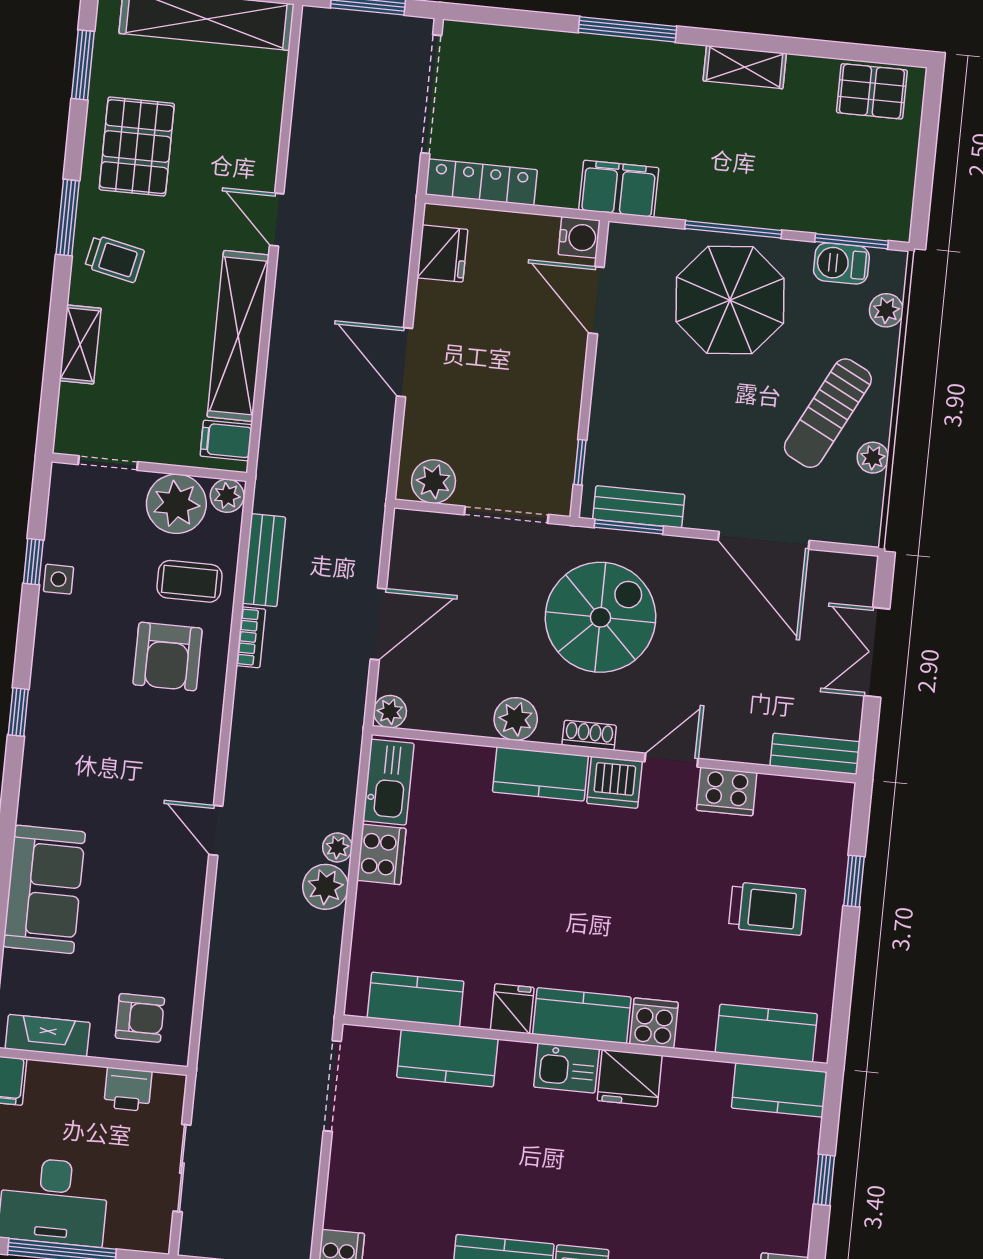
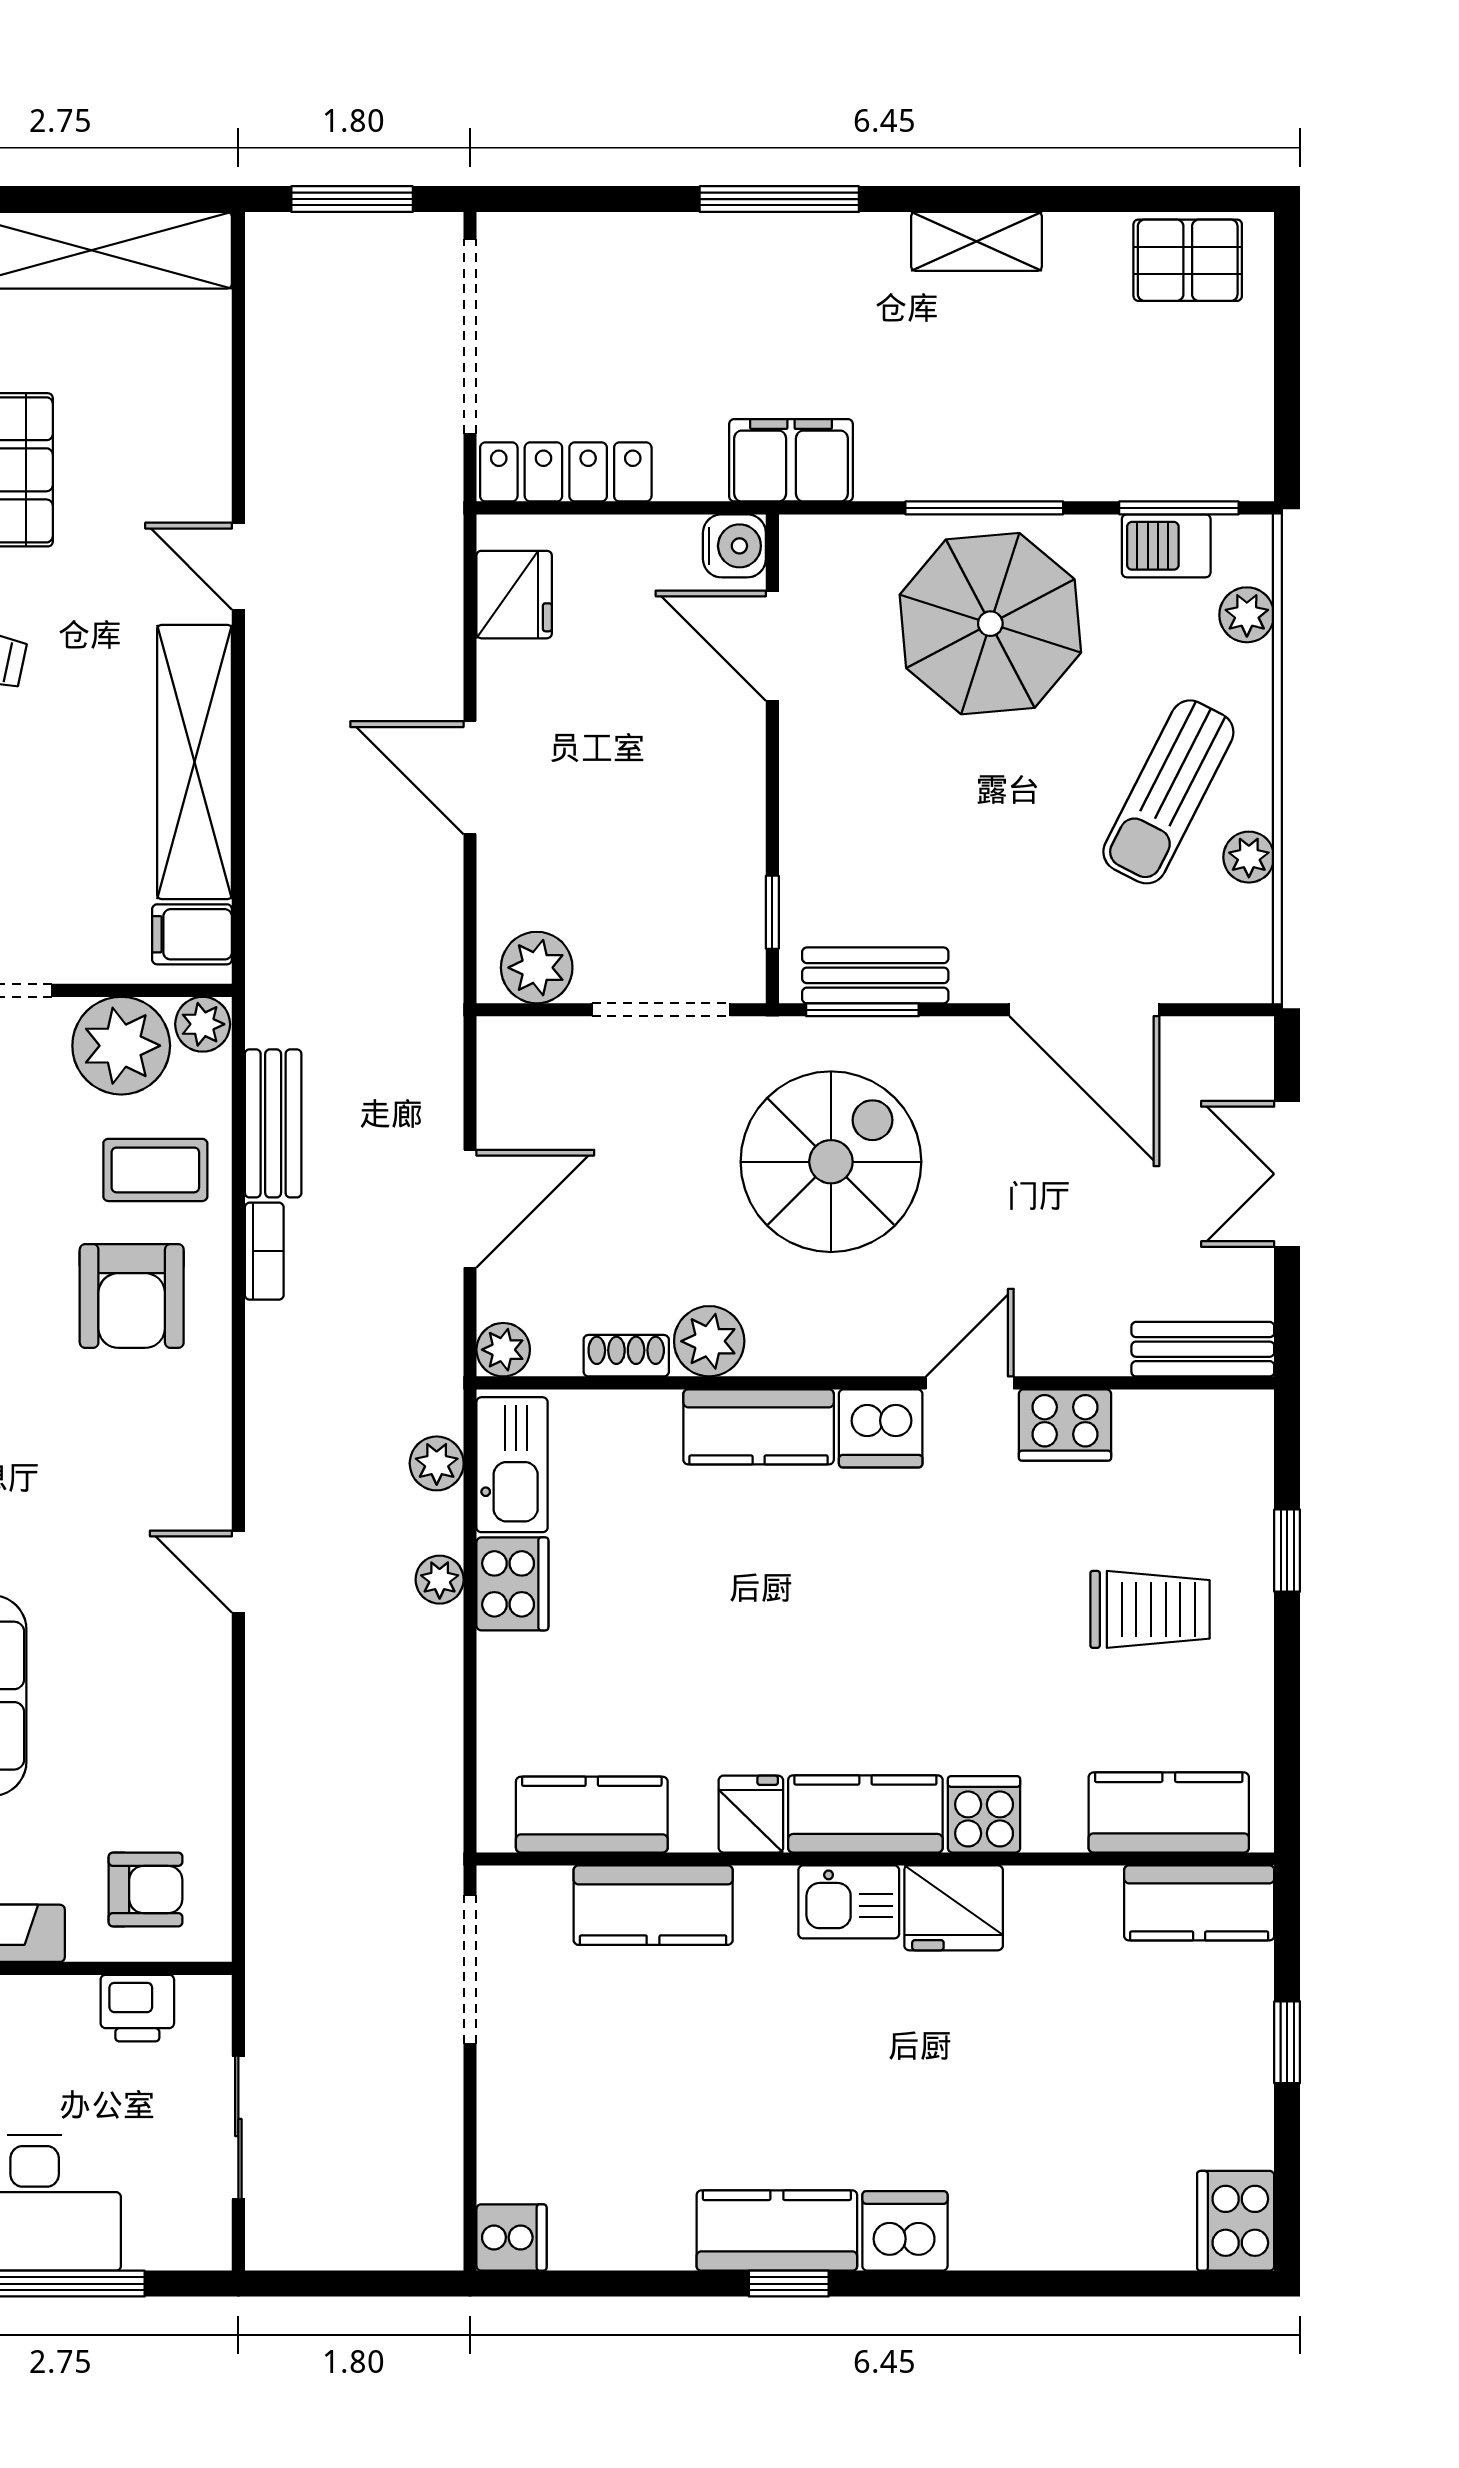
shoe rack: (589, 735) -> (626, 1356), moved
plant: (325, 887) -> (437, 1463), moved, width x0.73, depth x0.73

